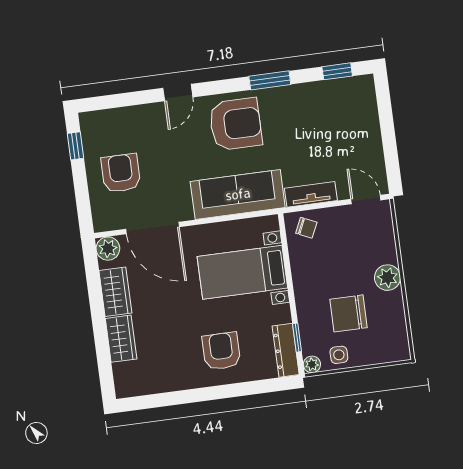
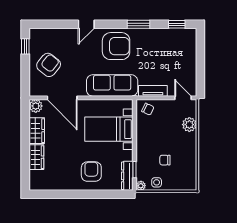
armchair: (121, 173) -> (49, 65), turned 39
plant: (387, 278) -> (189, 125), moved
chair: (349, 313) -> (165, 160), width x0.54, depth x0.54

